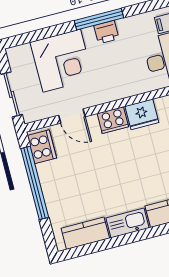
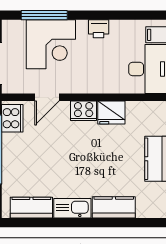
window: (99, 19) -> (44, 15), moved
door: (72, 116) -> (47, 97), hinge flipped

